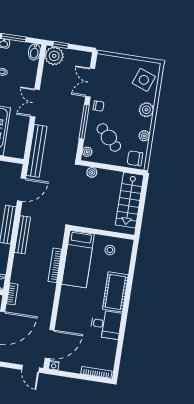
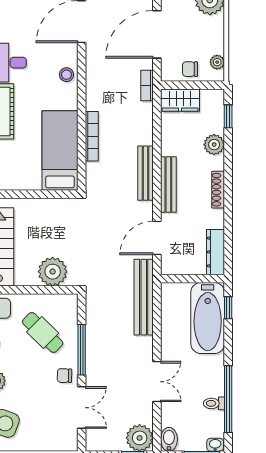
double door: (35, 103) -> (157, 382), moved
plant: (87, 152) -> (71, 307), removed
plant: (92, 172) -> (53, 272), width x1.88, depth x1.88
stool: (110, 250) -> (66, 75), moved

